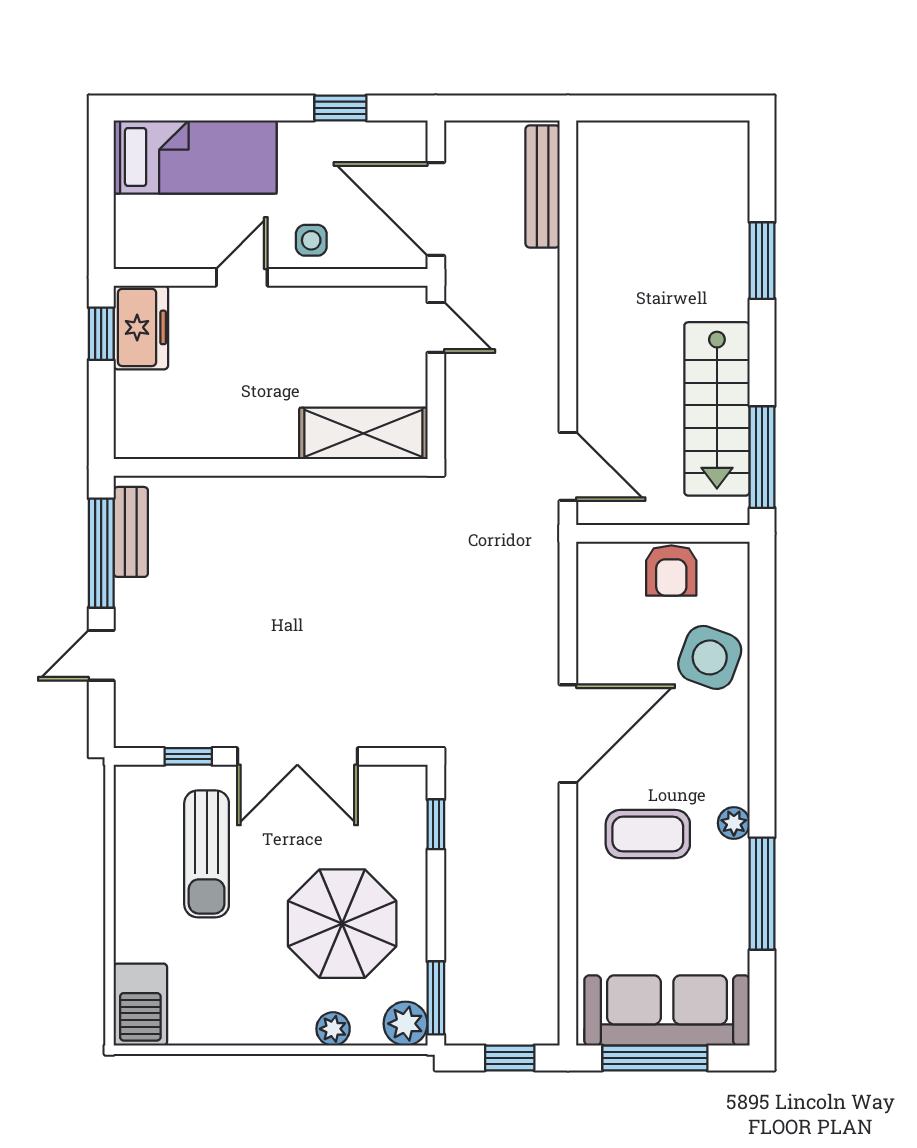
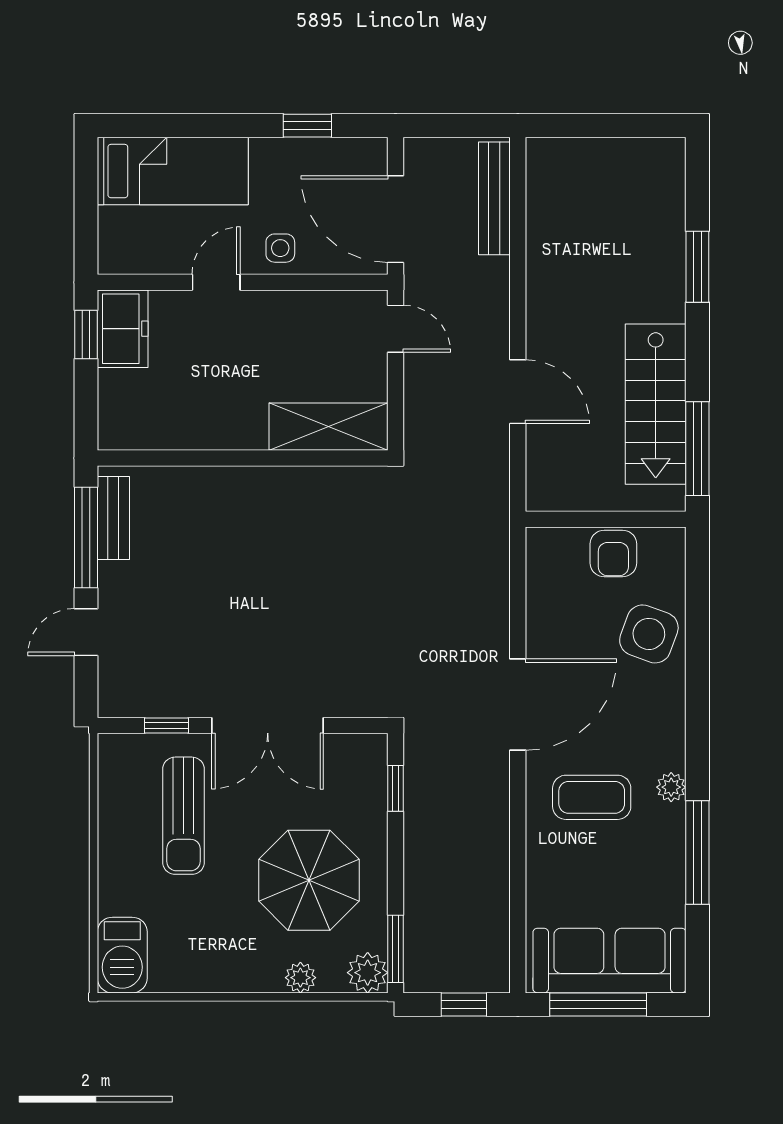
door: (568, 466) -> (518, 392), moved

